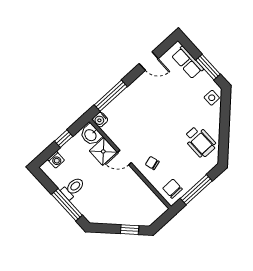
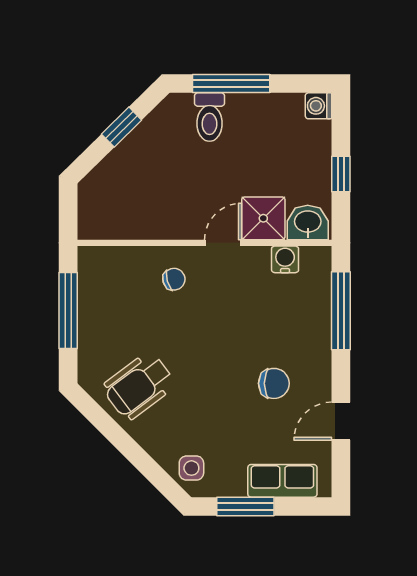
water cooler: (100, 120) -> (285, 259), moved
wheelchair: (200, 142) -> (139, 386), turned -37
washing machine: (56, 160) -> (319, 106), moved
toilet: (73, 188) -> (209, 117), moved
chair: (172, 189) -> (274, 383), moved
window: (130, 230) -> (122, 127), moved

